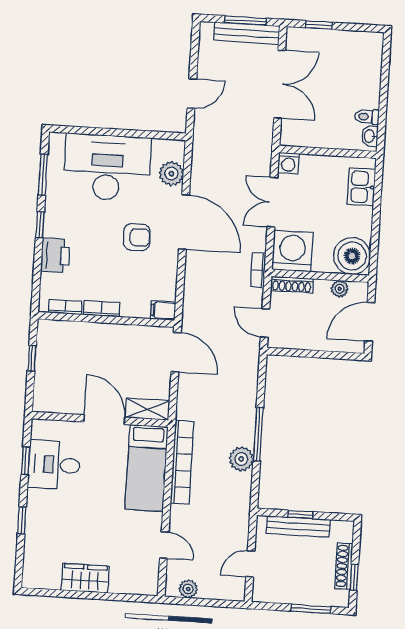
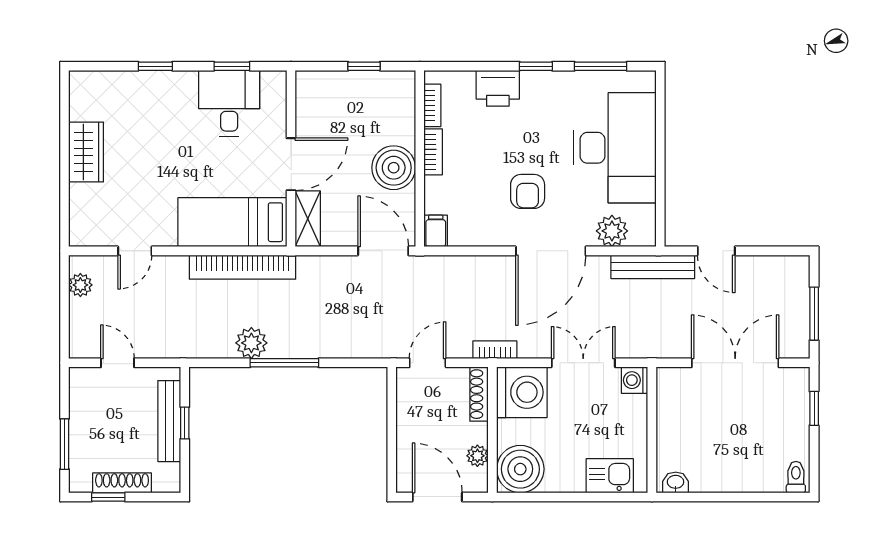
bench: (247, 33) -> (653, 267), moved, turned 90
double door: (280, 84) -> (735, 363), swing flipped
toilet: (367, 117) -> (796, 477), moved
boiler: (112, 340) -> (394, 168), added
door: (176, 352) -> (383, 251), swing flipped

